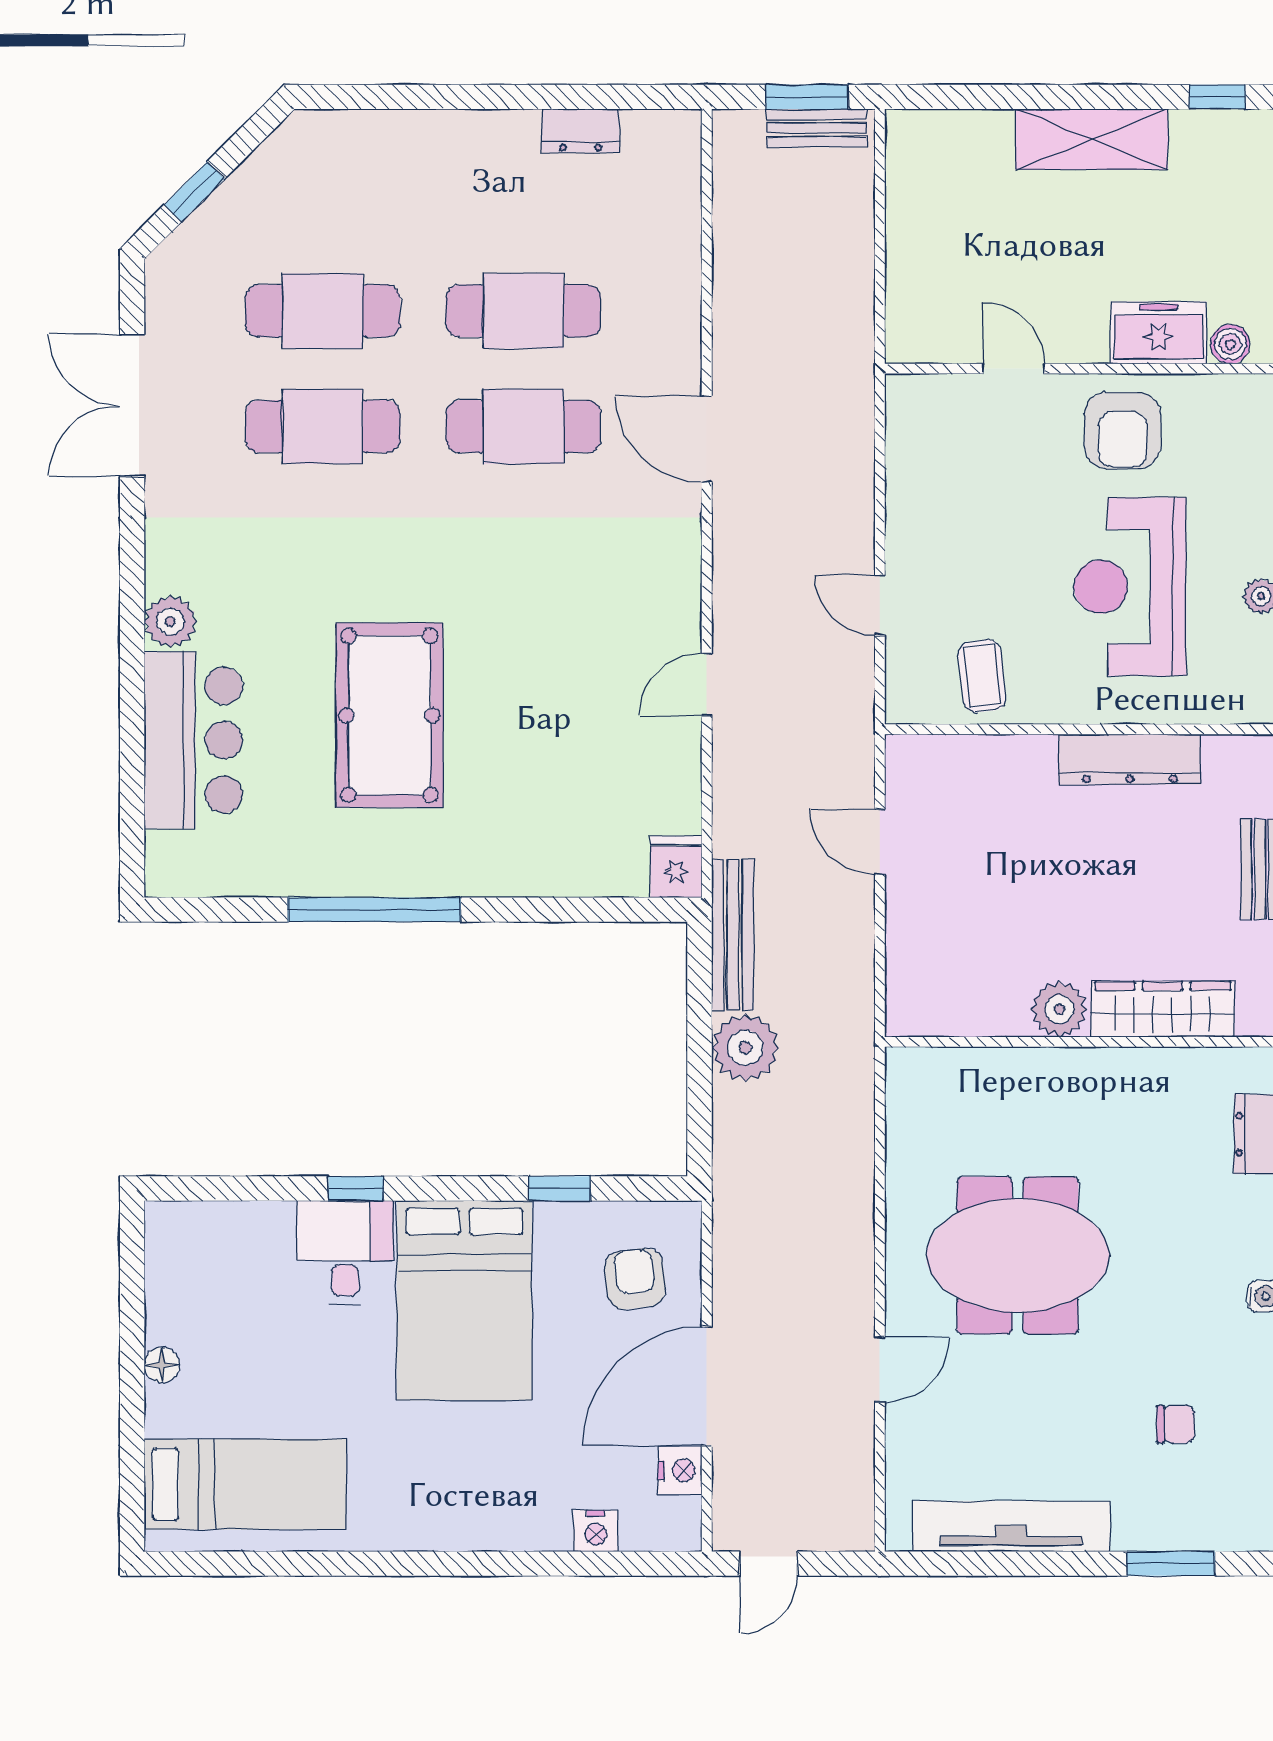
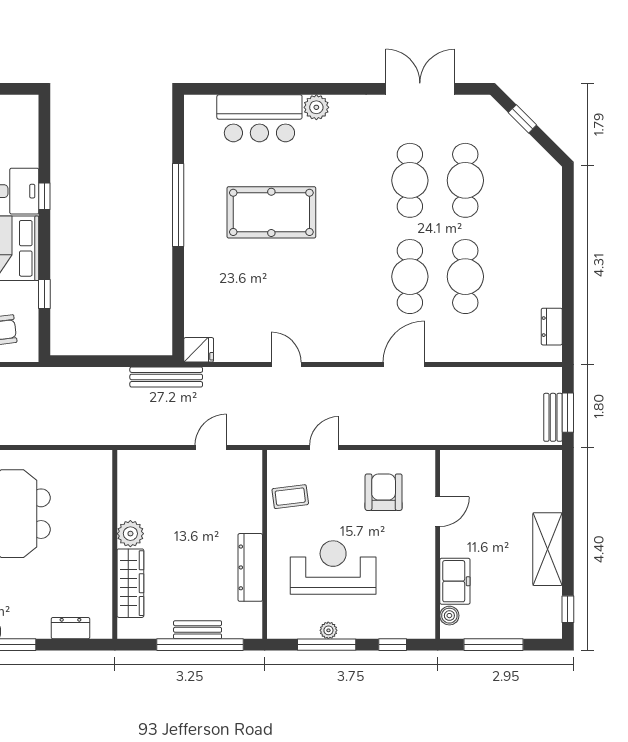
dresser: (581, 131) -> (552, 327), moved
armchair: (1122, 430) -> (384, 492), moved, turned 90
plant: (745, 1048) -> (112, 383), removed

